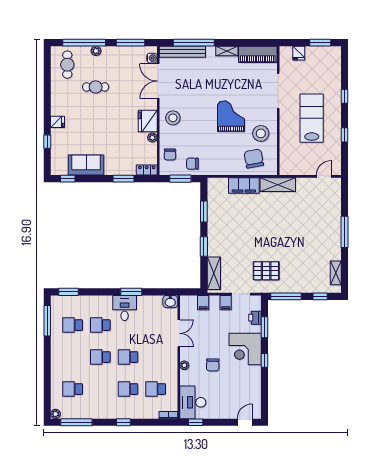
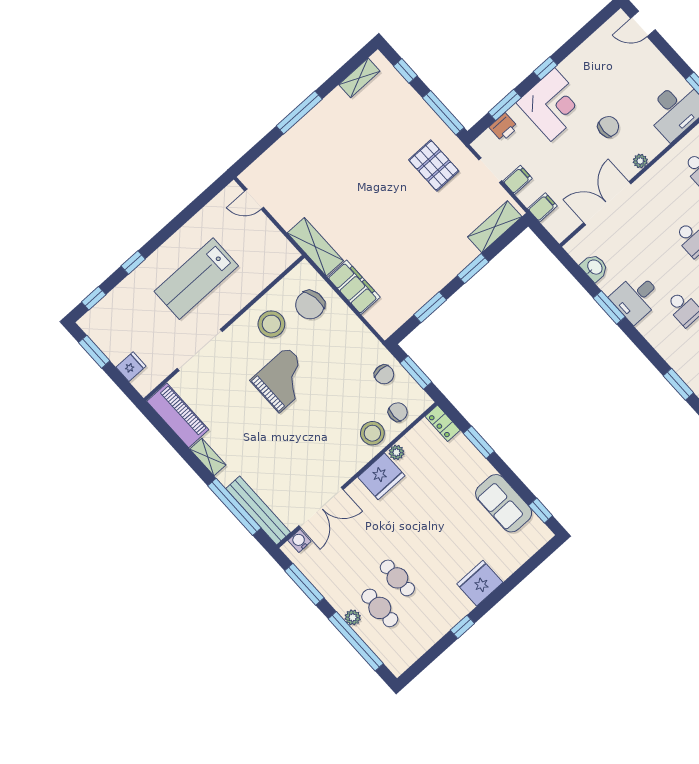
cafe table: (67, 65) -> (380, 608), moved, turned 90
grand piano: (231, 116) -> (283, 380), turned 180
stool: (173, 118) -> (372, 433), moved
fridge: (58, 122) -> (480, 583), width x1.88, depth x1.34
window: (345, 135) -> (94, 298), moved
window: (47, 142) -> (462, 627), moved
washbasin: (170, 302) -> (594, 268), moved
double door: (179, 333) -> (607, 203), width x1.37

